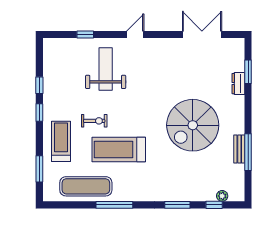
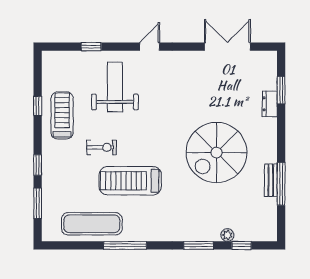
window: (39, 112) -> (38, 165), moved
treadmill: (61, 141) -> (62, 115), moved
plant: (222, 196) -> (227, 235), moved

